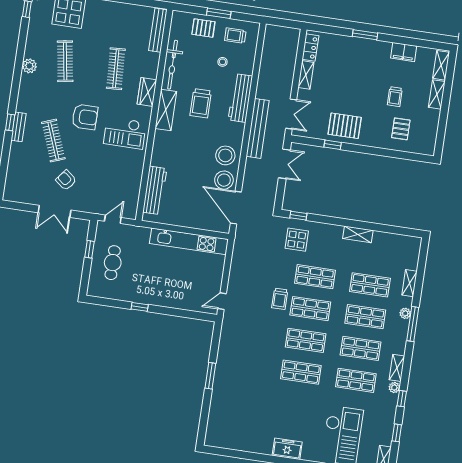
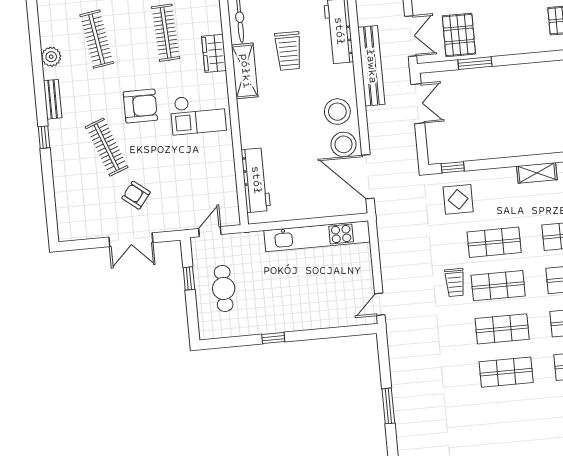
pallet: (345, 126) -> (459, 35), moved, turned 90
bench: (18, 127) -> (53, 99), moved
window: (333, 145) -> (475, 63), width x1.50

